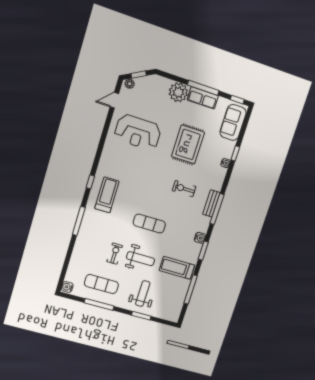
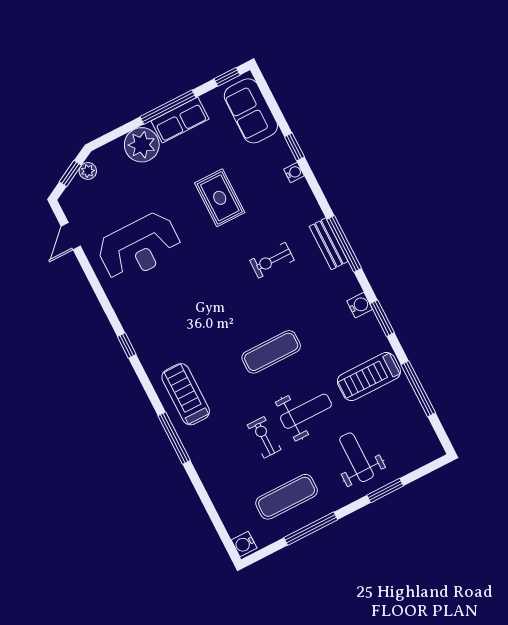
plant: (130, 84) -> (88, 171), moved
rug: (188, 144) -> (220, 198), width x0.73, depth x0.70
window: (90, 182) -> (127, 345), moved
treadmill: (107, 195) -> (186, 394), moved

